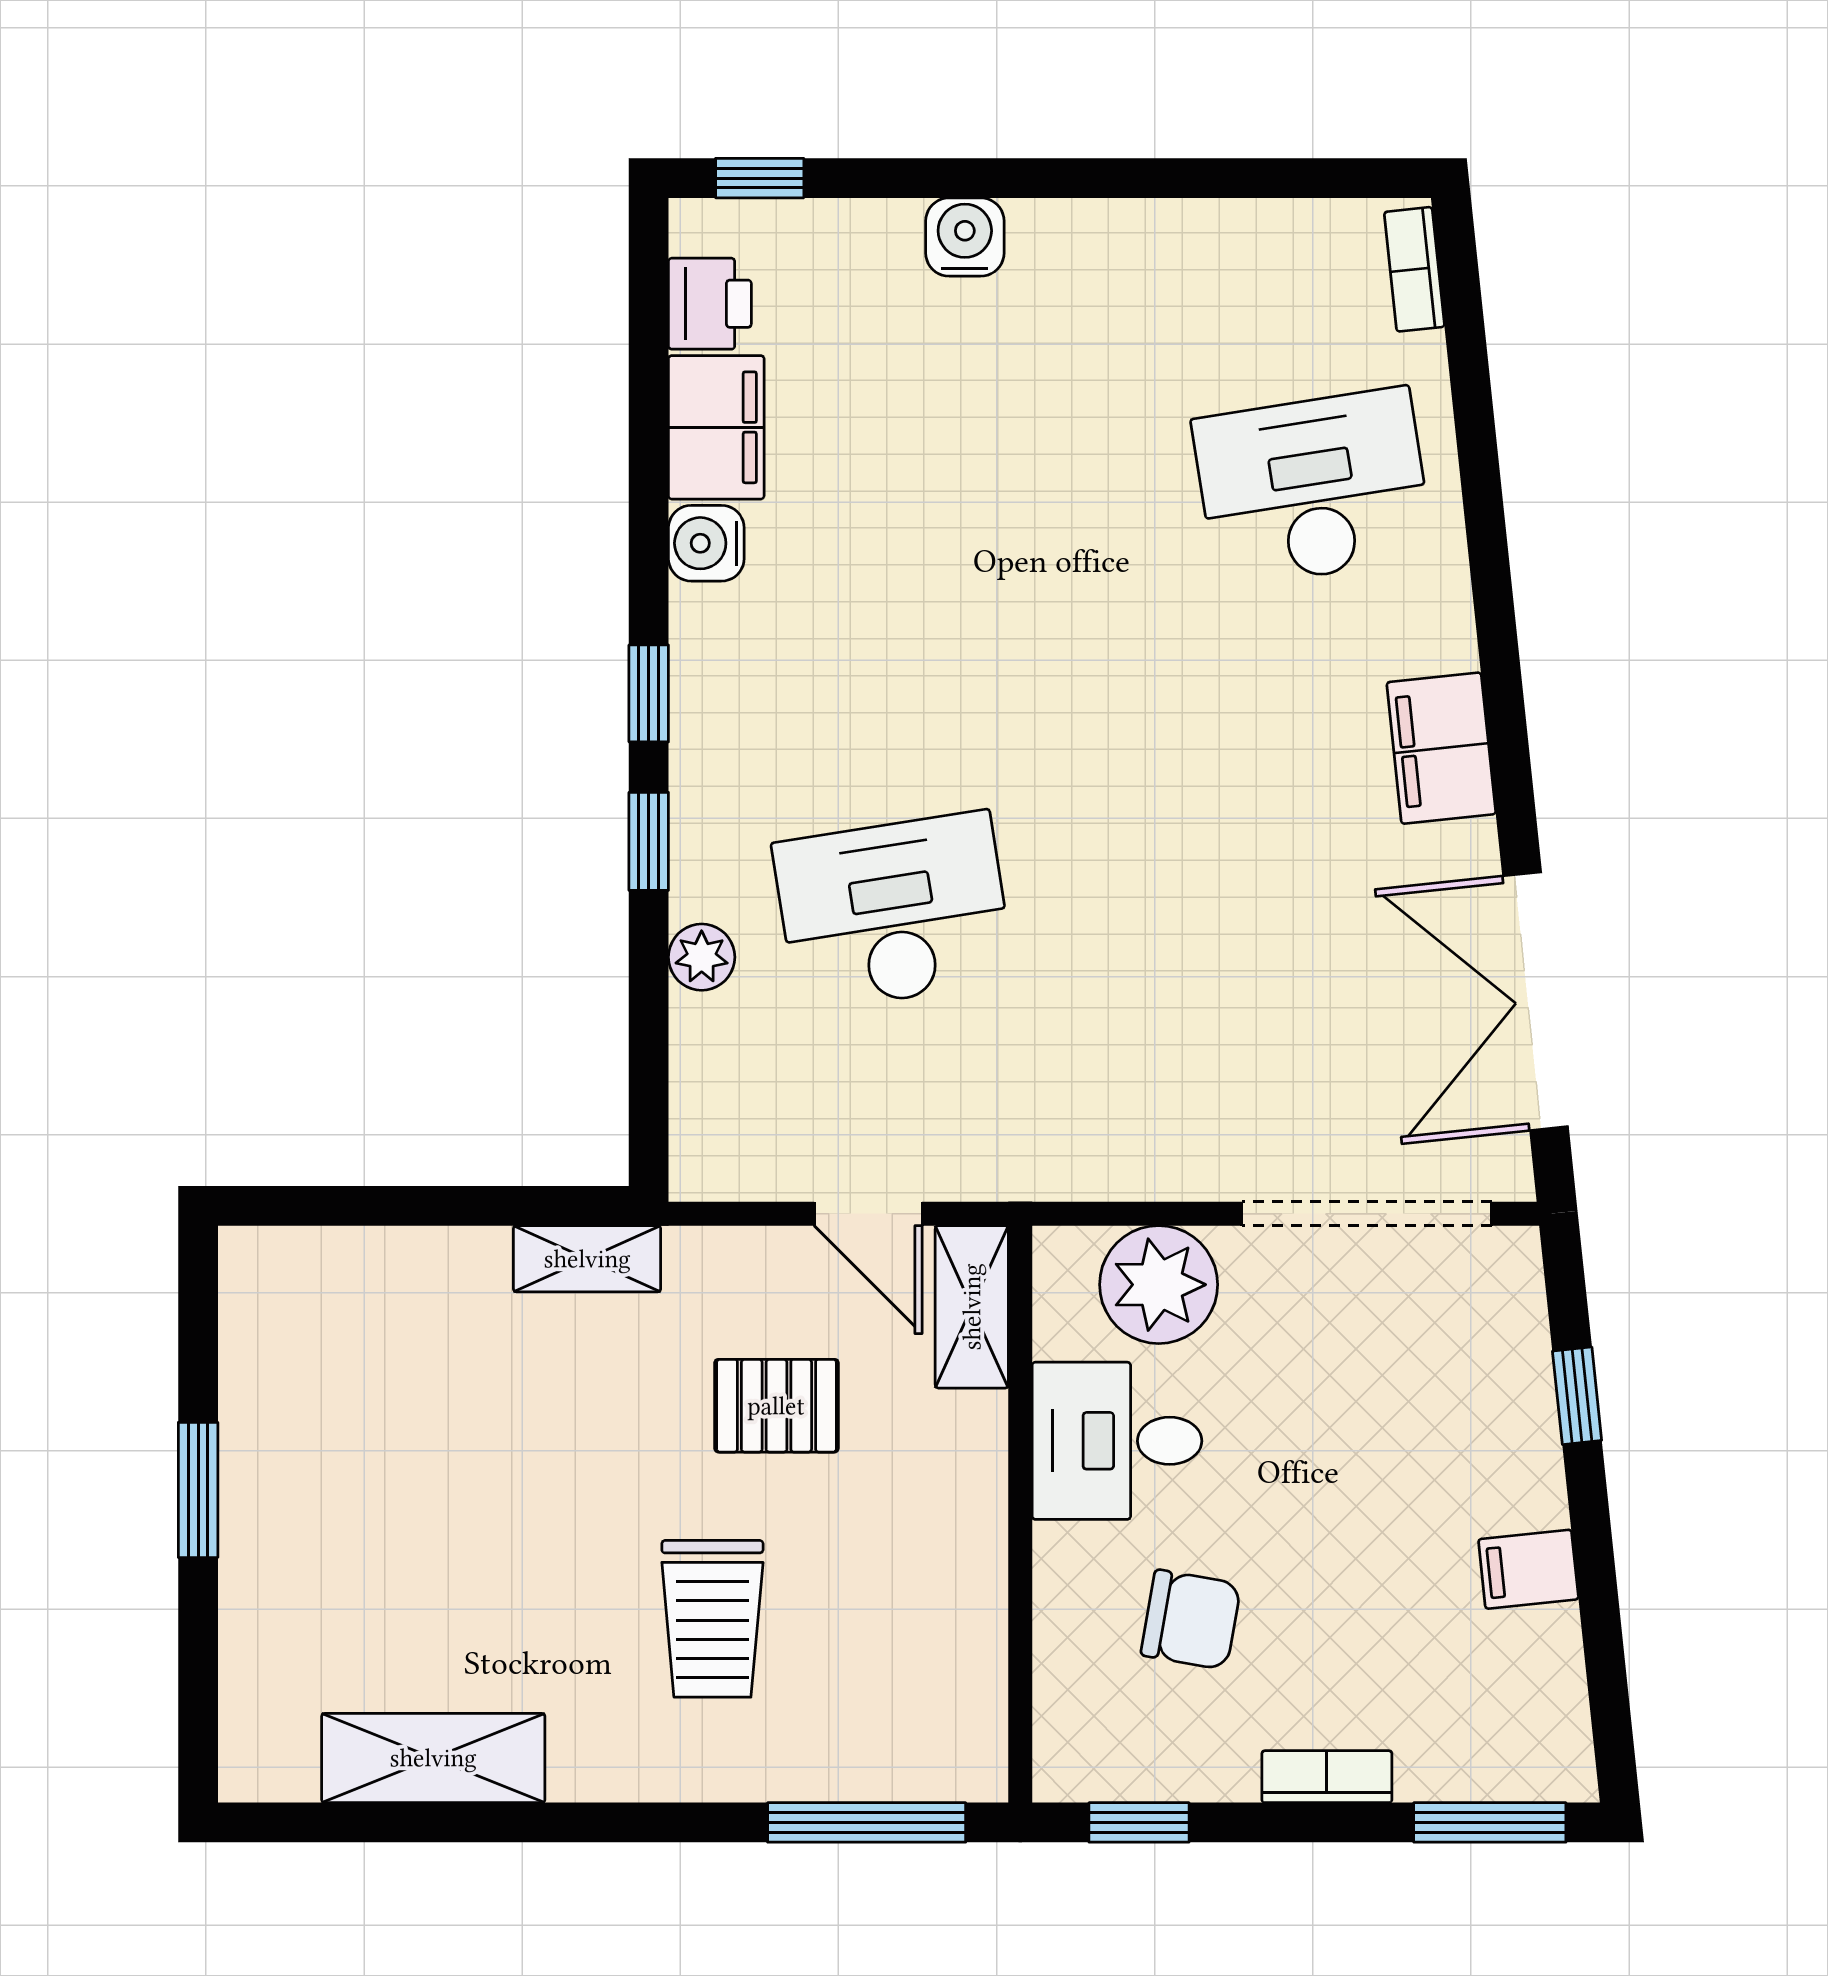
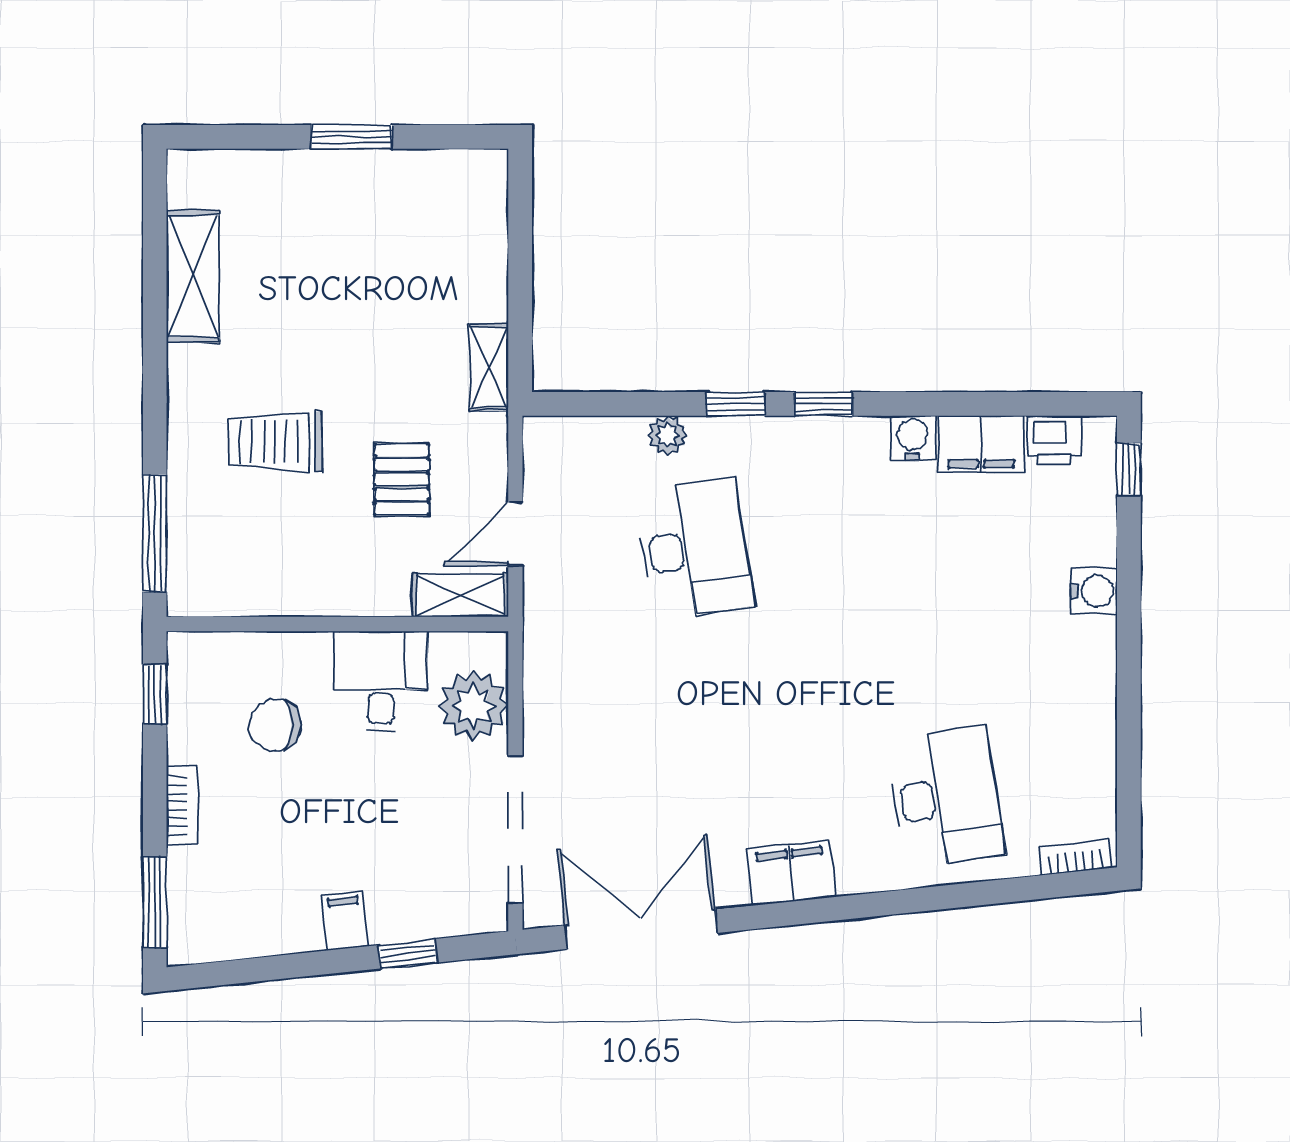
filing cabinet: (1528, 1569) -> (345, 921), moved
chair: (1191, 1620) -> (275, 725), turned 80

